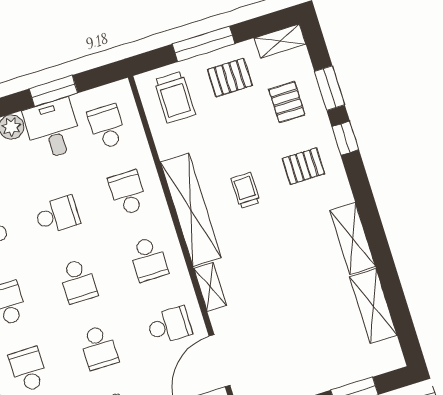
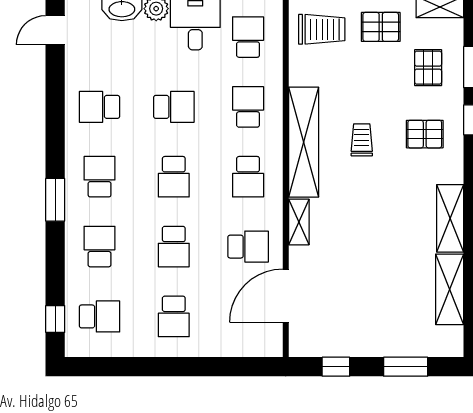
trolley: (175, 97) -> (322, 29), turned -90

